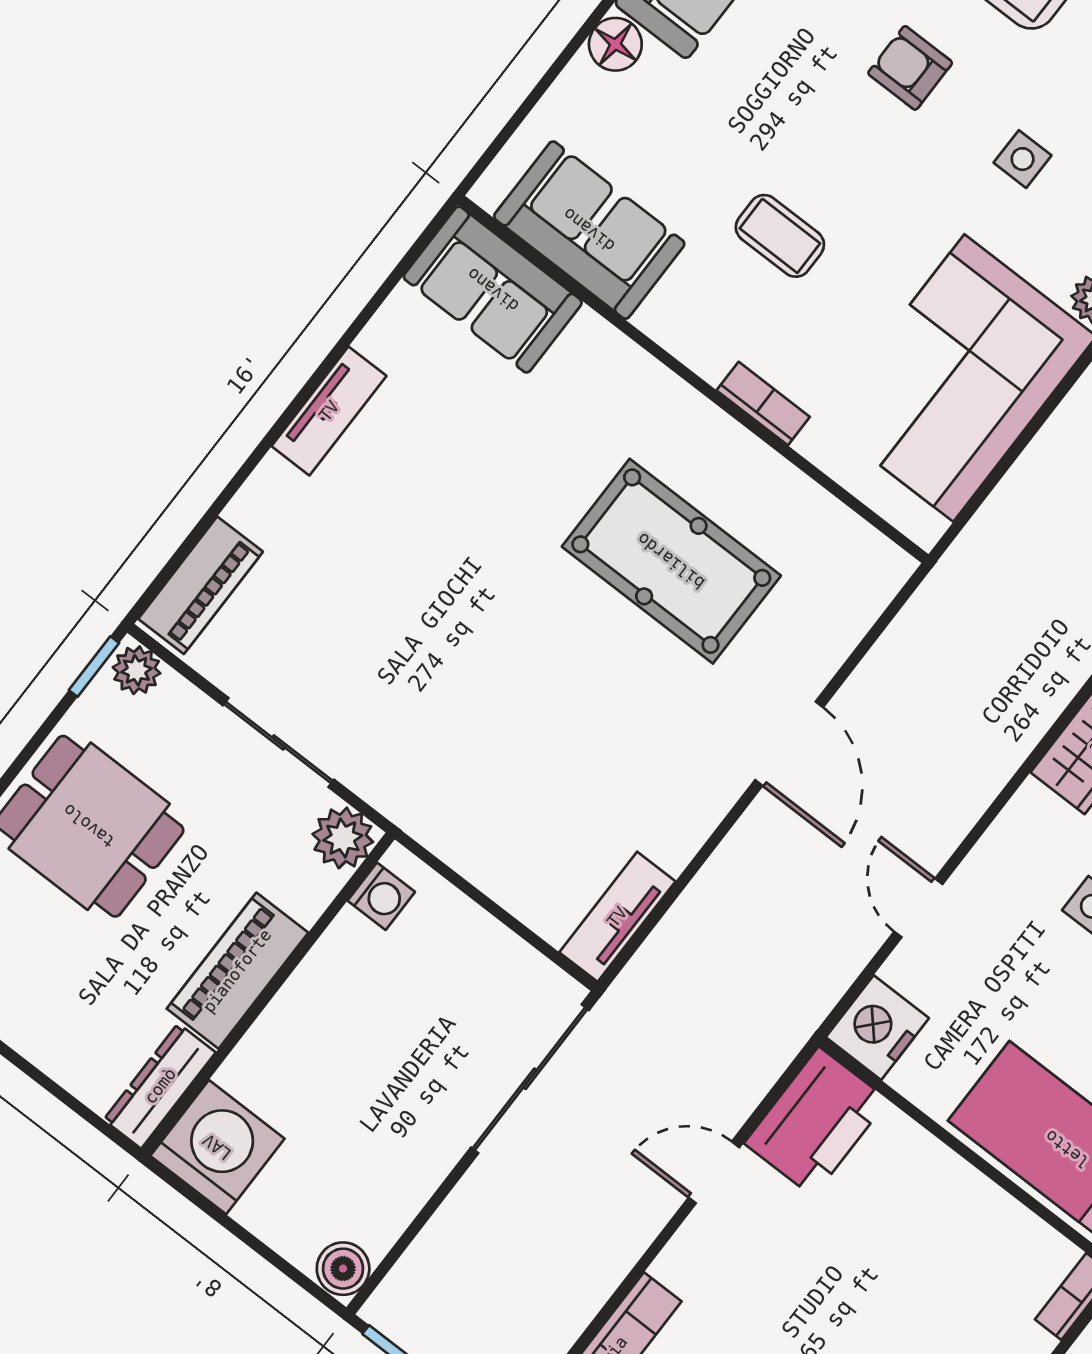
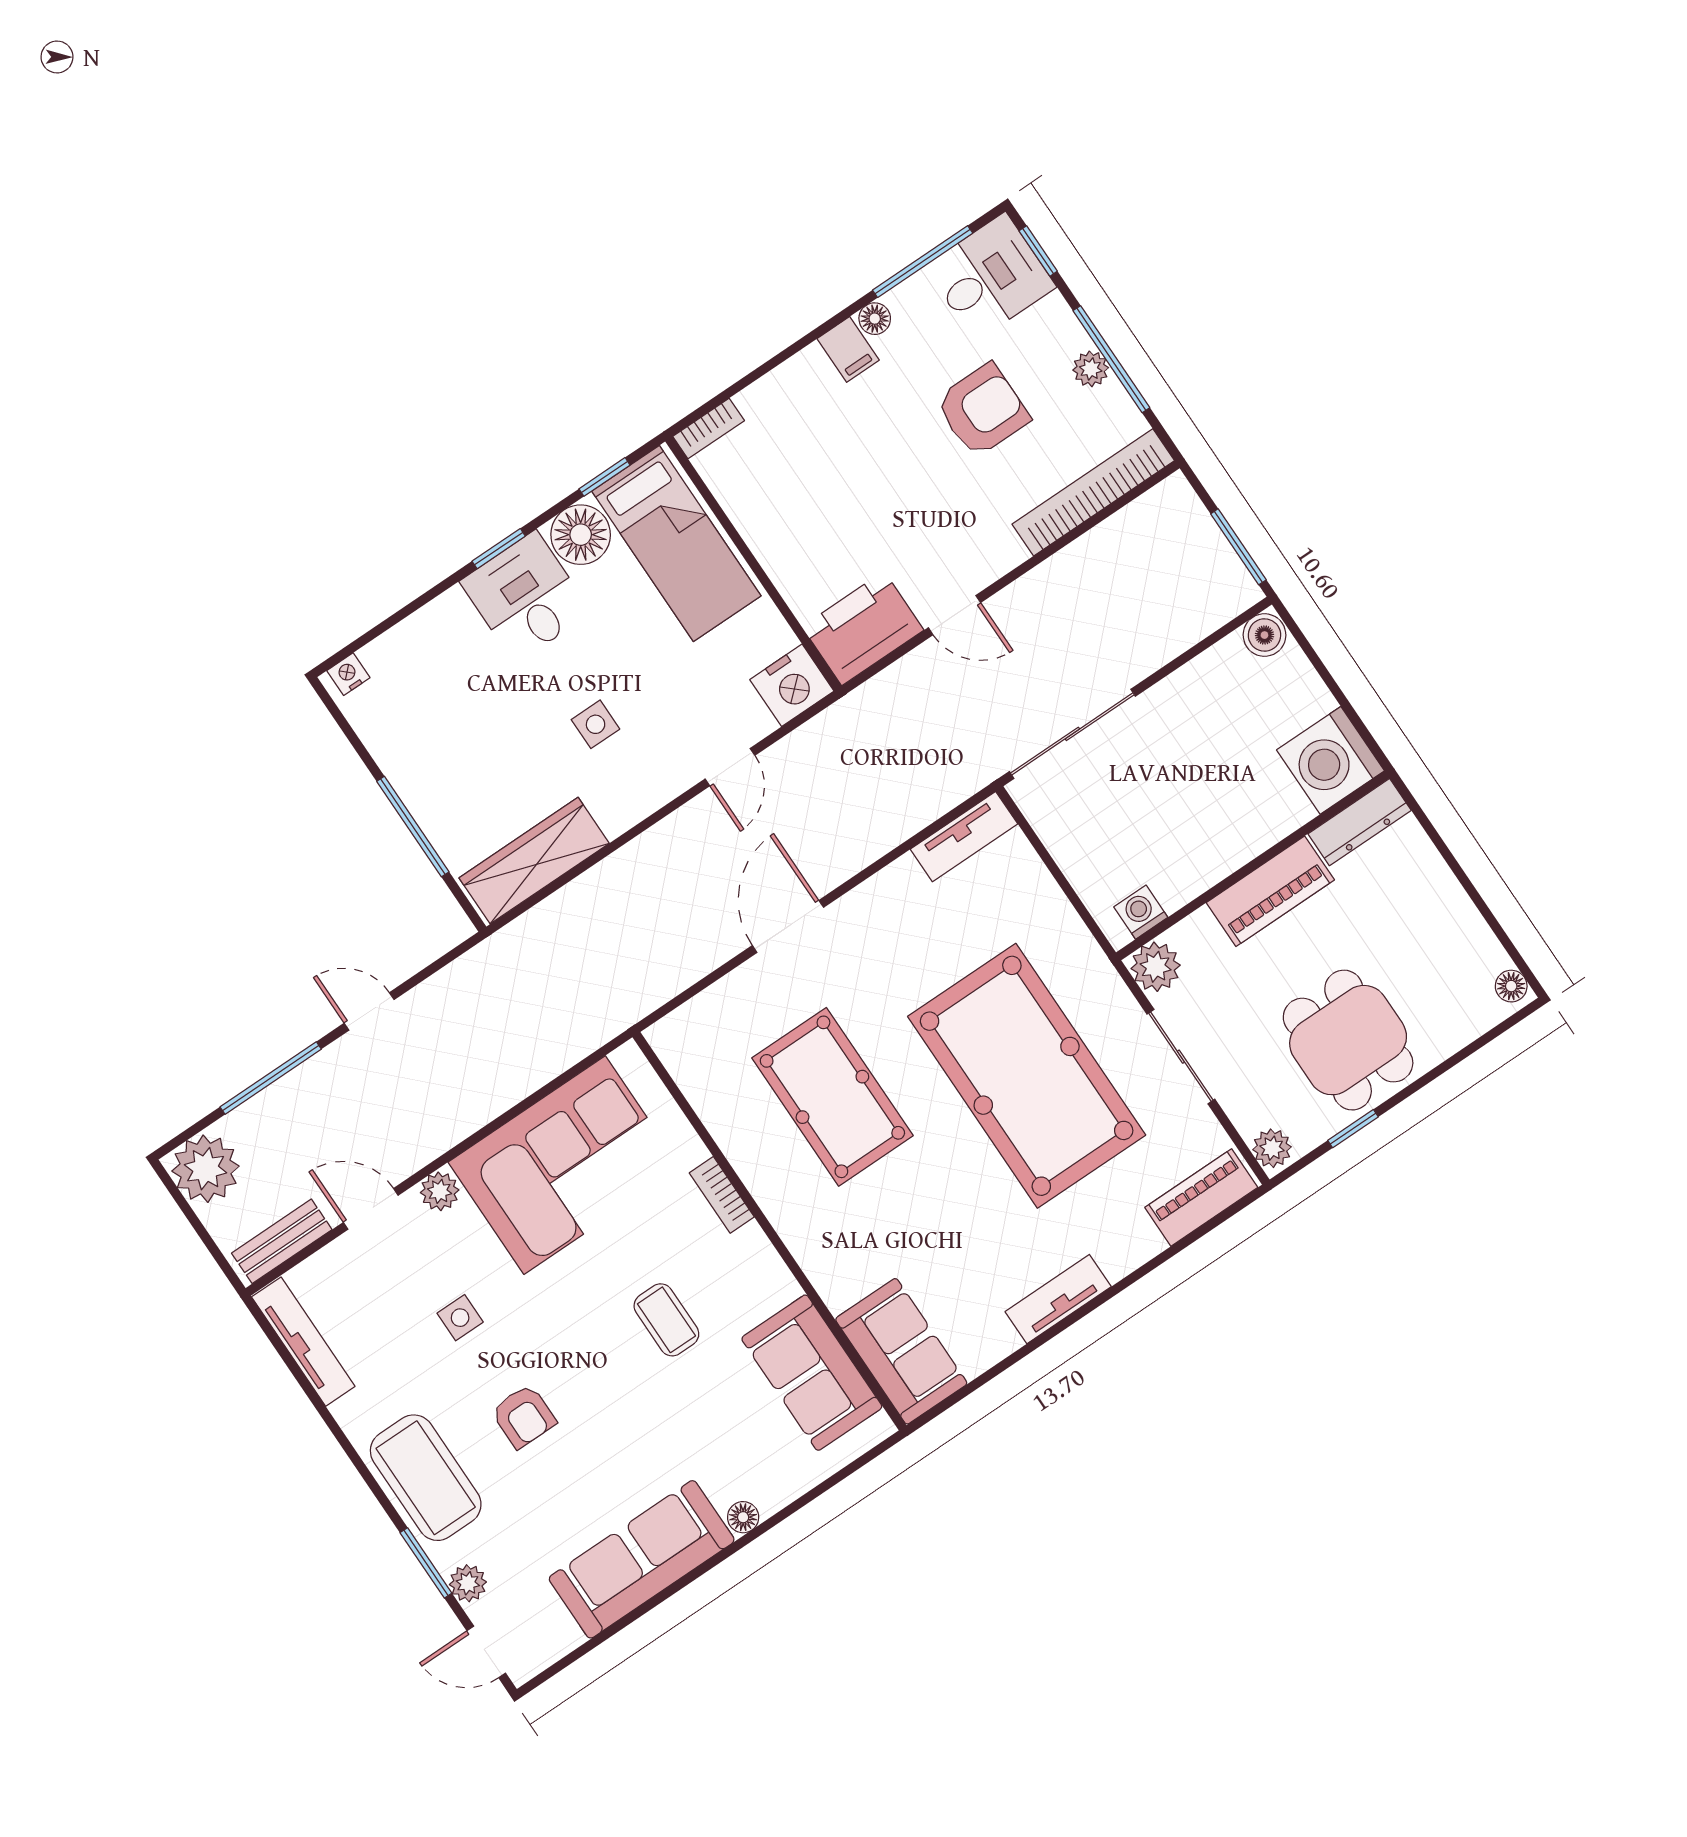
floor lamp: (615, 44) -> (743, 1517), width x0.73, depth x0.73
pool table: (452, 661) -> (1027, 1076), added
window: (94, 667) -> (1353, 1129), moved

